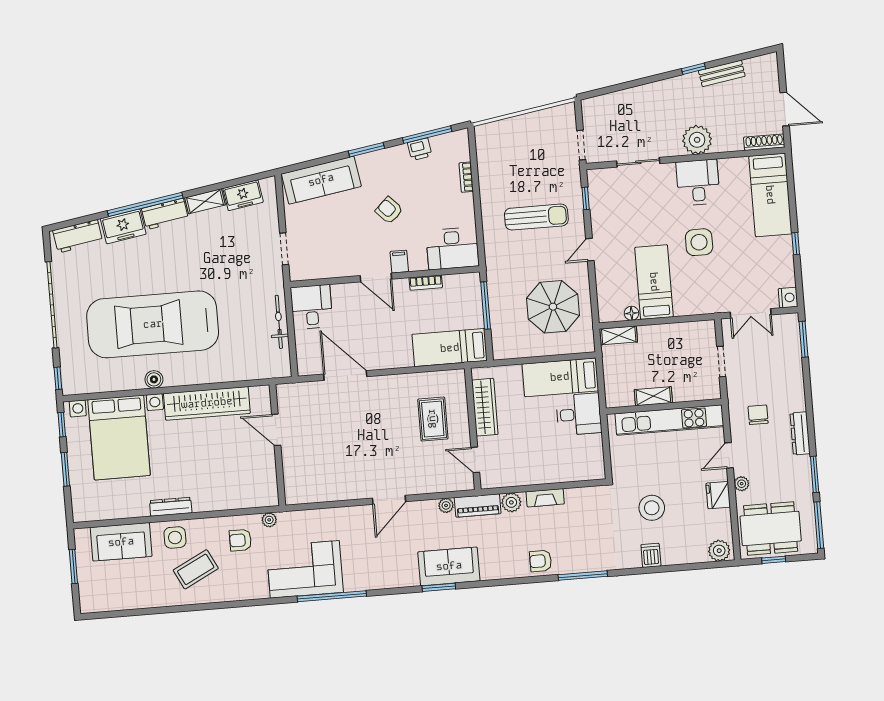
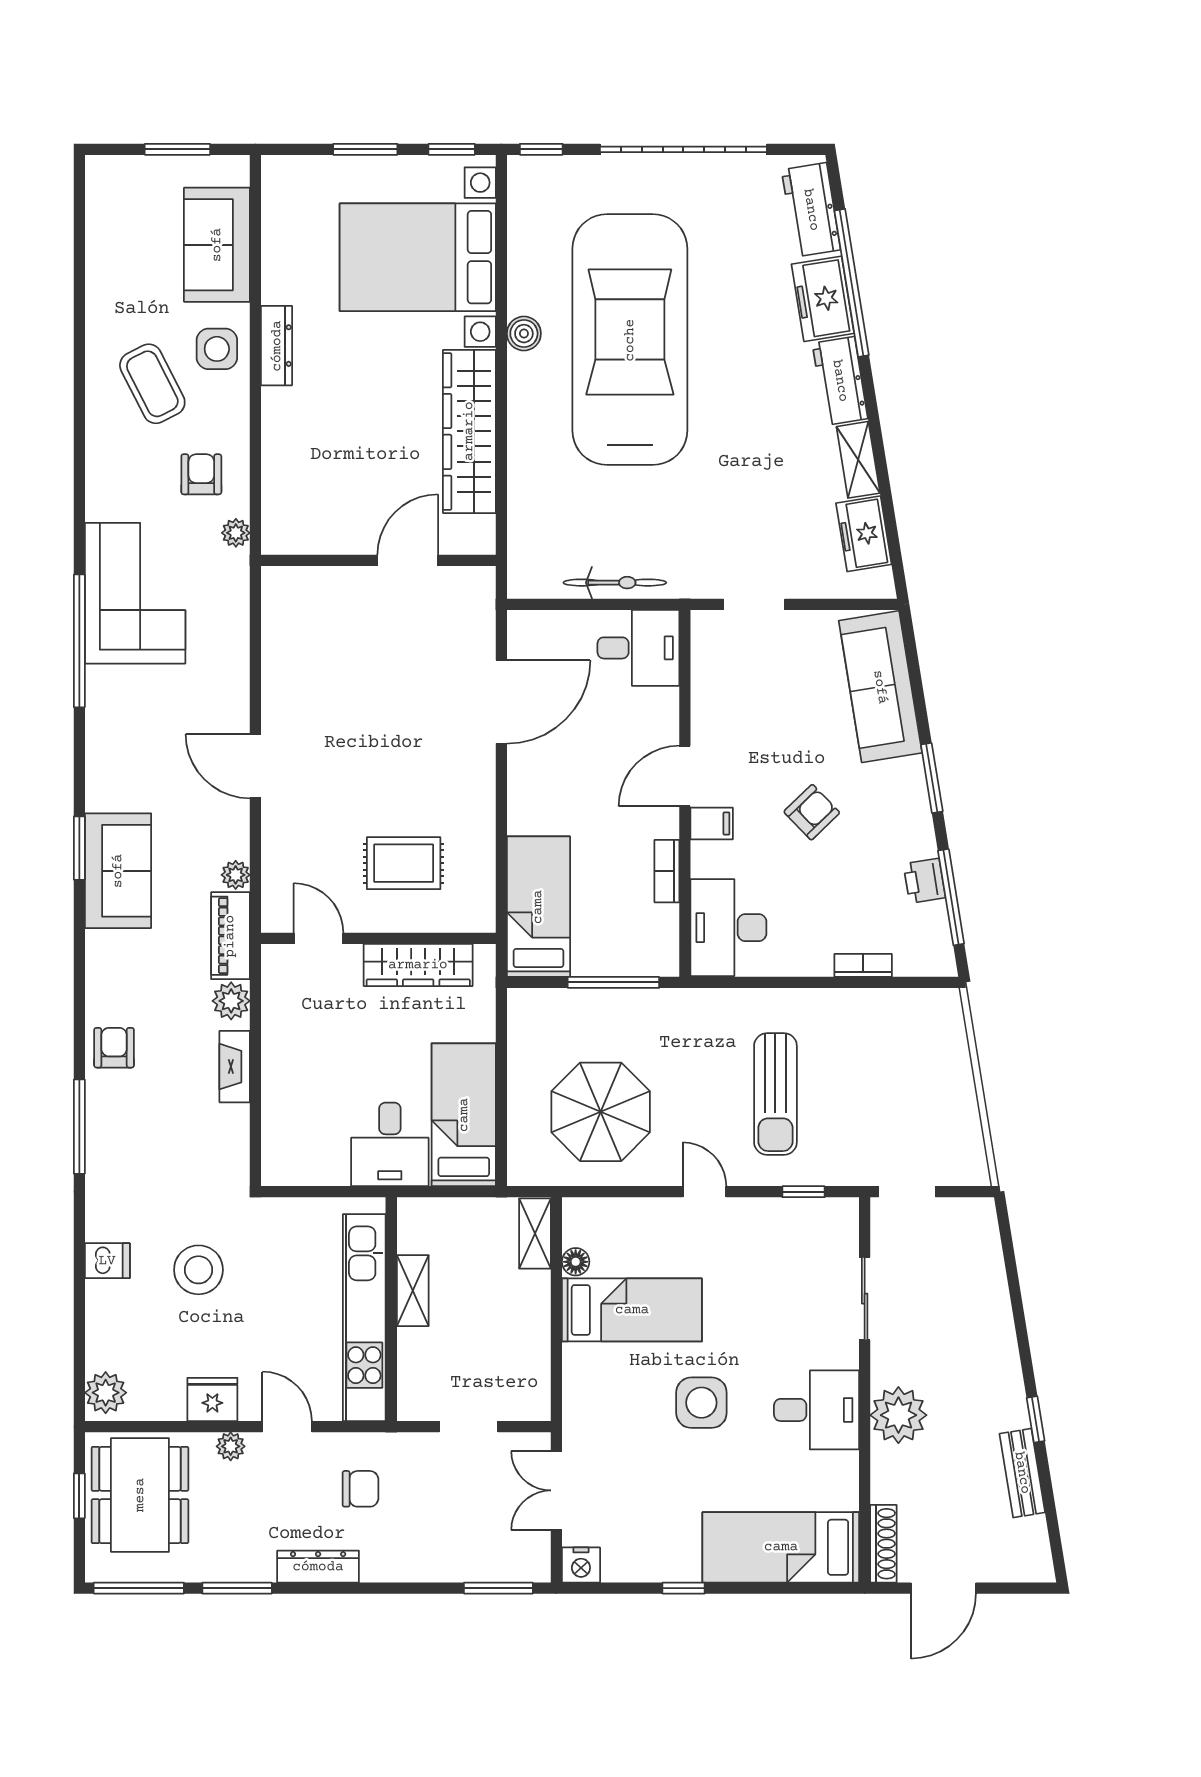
window: (145, 204) -> (852, 283), moved
door: (475, 460) -> (318, 938), hinge flipped

